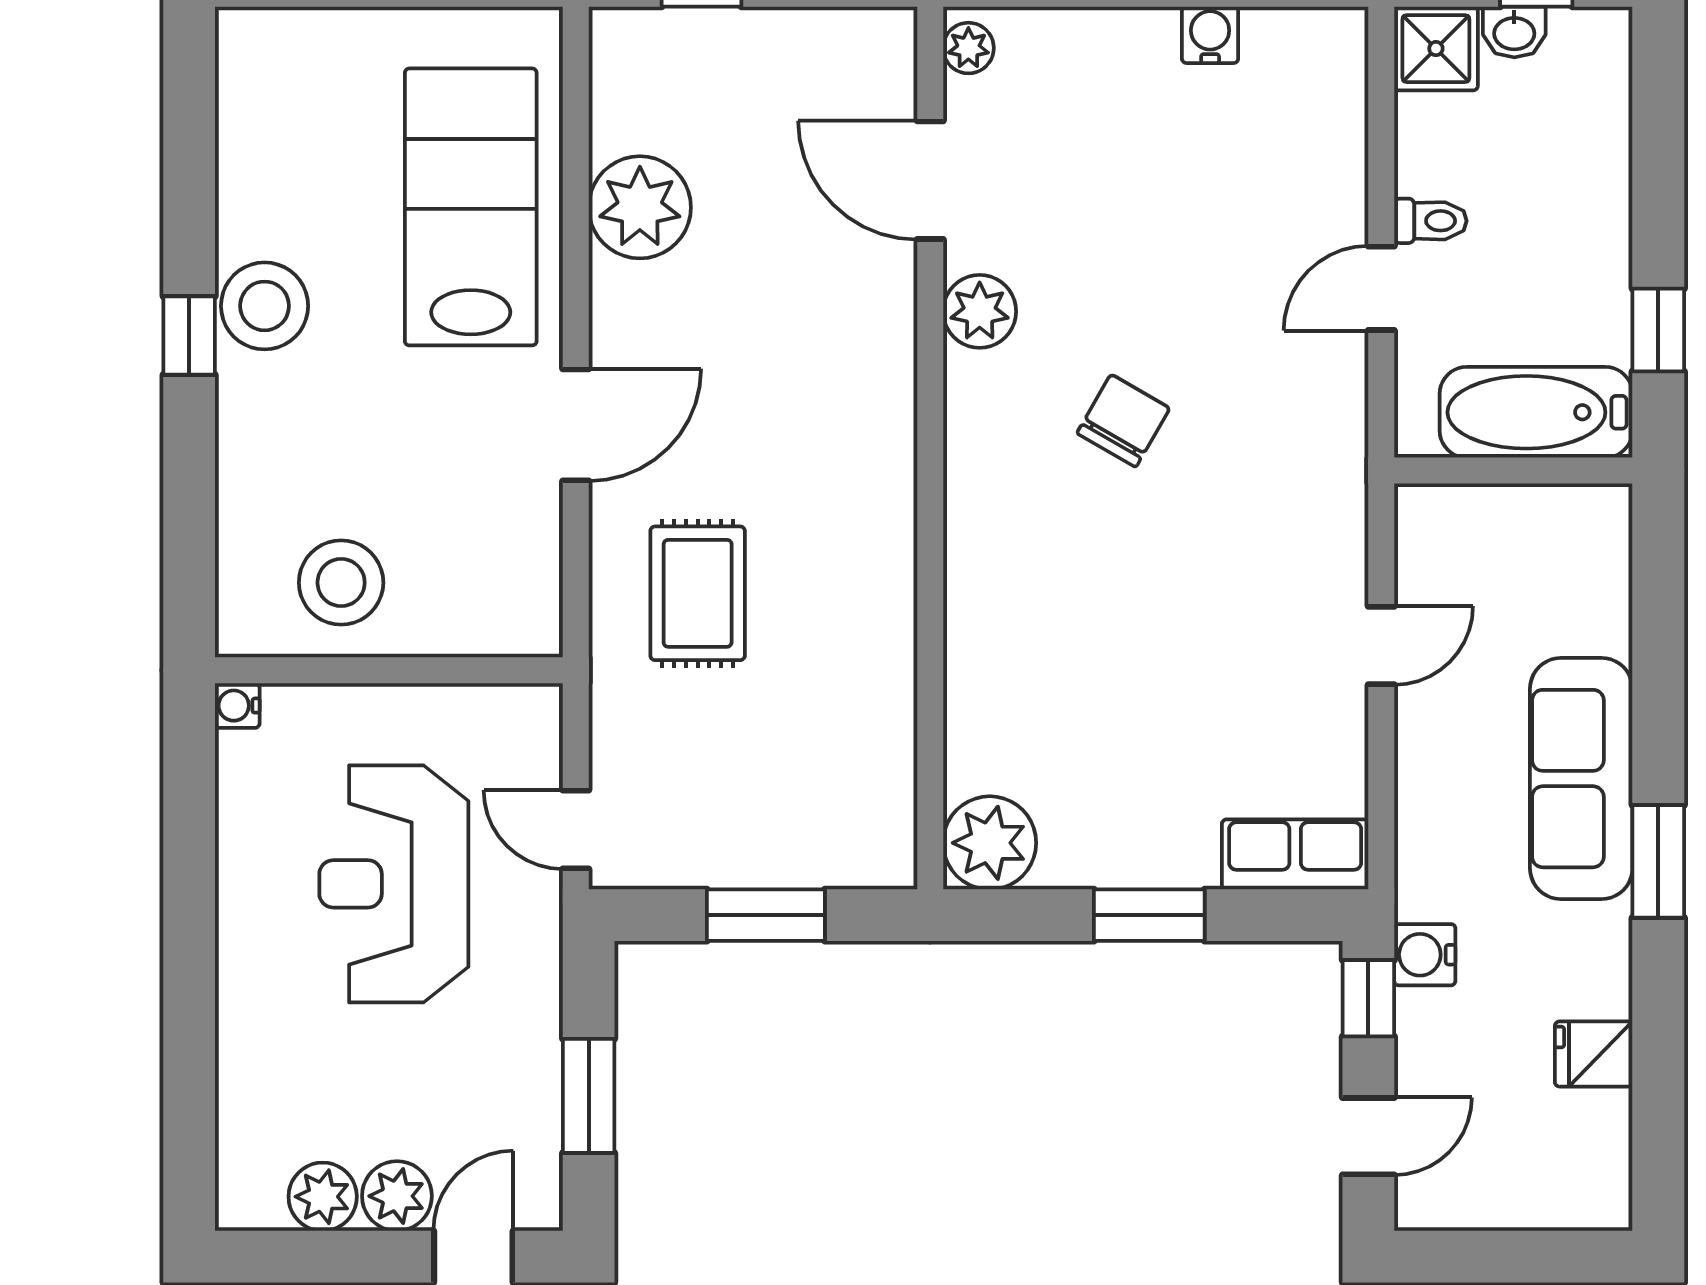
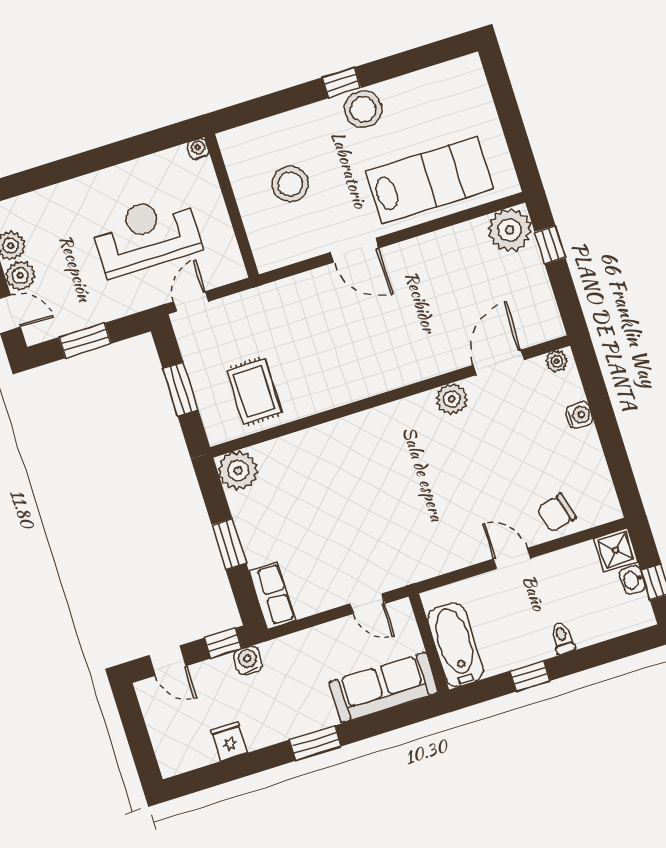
water cooler: (1210, 35) -> (579, 415), moved
plant: (640, 207) -> (510, 230), moved
toilet: (1430, 221) -> (562, 638), moved, turned 180
bathtub: (1536, 412) -> (455, 645), moved
chair: (1123, 421) -> (556, 513), moved, turned 135
wall: (1513, 471) -> (429, 643), moved
stool: (341, 583) -> (290, 184), moved
rug: (698, 593) -> (254, 391), moved, turned 90
sofa: (1581, 779) -> (383, 687), moved

